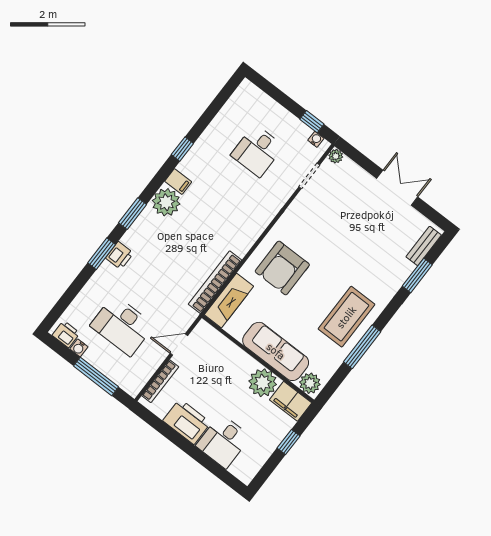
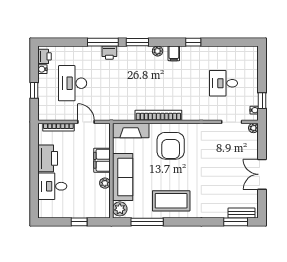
double door: (397, 188) -> (262, 174), swing flipped
plant: (166, 202) -> (158, 51), width x0.53, depth x0.53
window: (102, 254) -> (103, 42), width x1.44
armchair: (282, 268) -> (171, 146), turned -90
window: (417, 275) -> (236, 222), moved
bookcase: (215, 282) -> (158, 115), moved
window: (362, 347) -> (147, 222), moved
window: (96, 376) -> (34, 90), width x0.46
plant: (263, 383) -> (105, 183), width x0.53, depth x0.53
filing cabinet: (291, 401) -> (102, 160), moved

